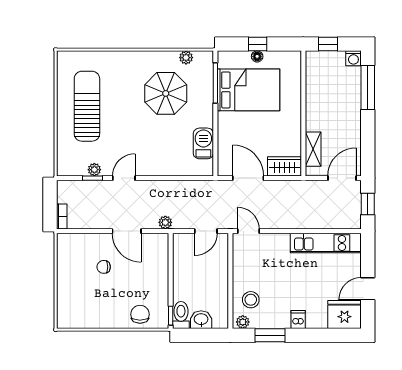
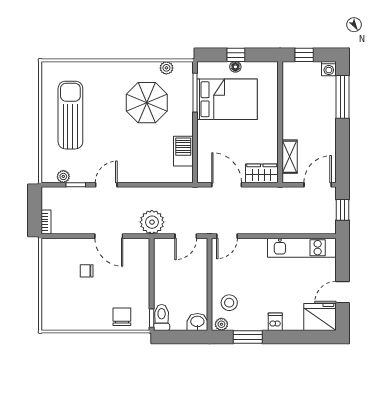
plant: (94, 170) -> (63, 176), moved
plant: (165, 222) -> (152, 222), width x1.87, depth x1.87
door: (248, 231) -> (227, 236), swing flipped
washbasin: (201, 320) -> (197, 322), moved

